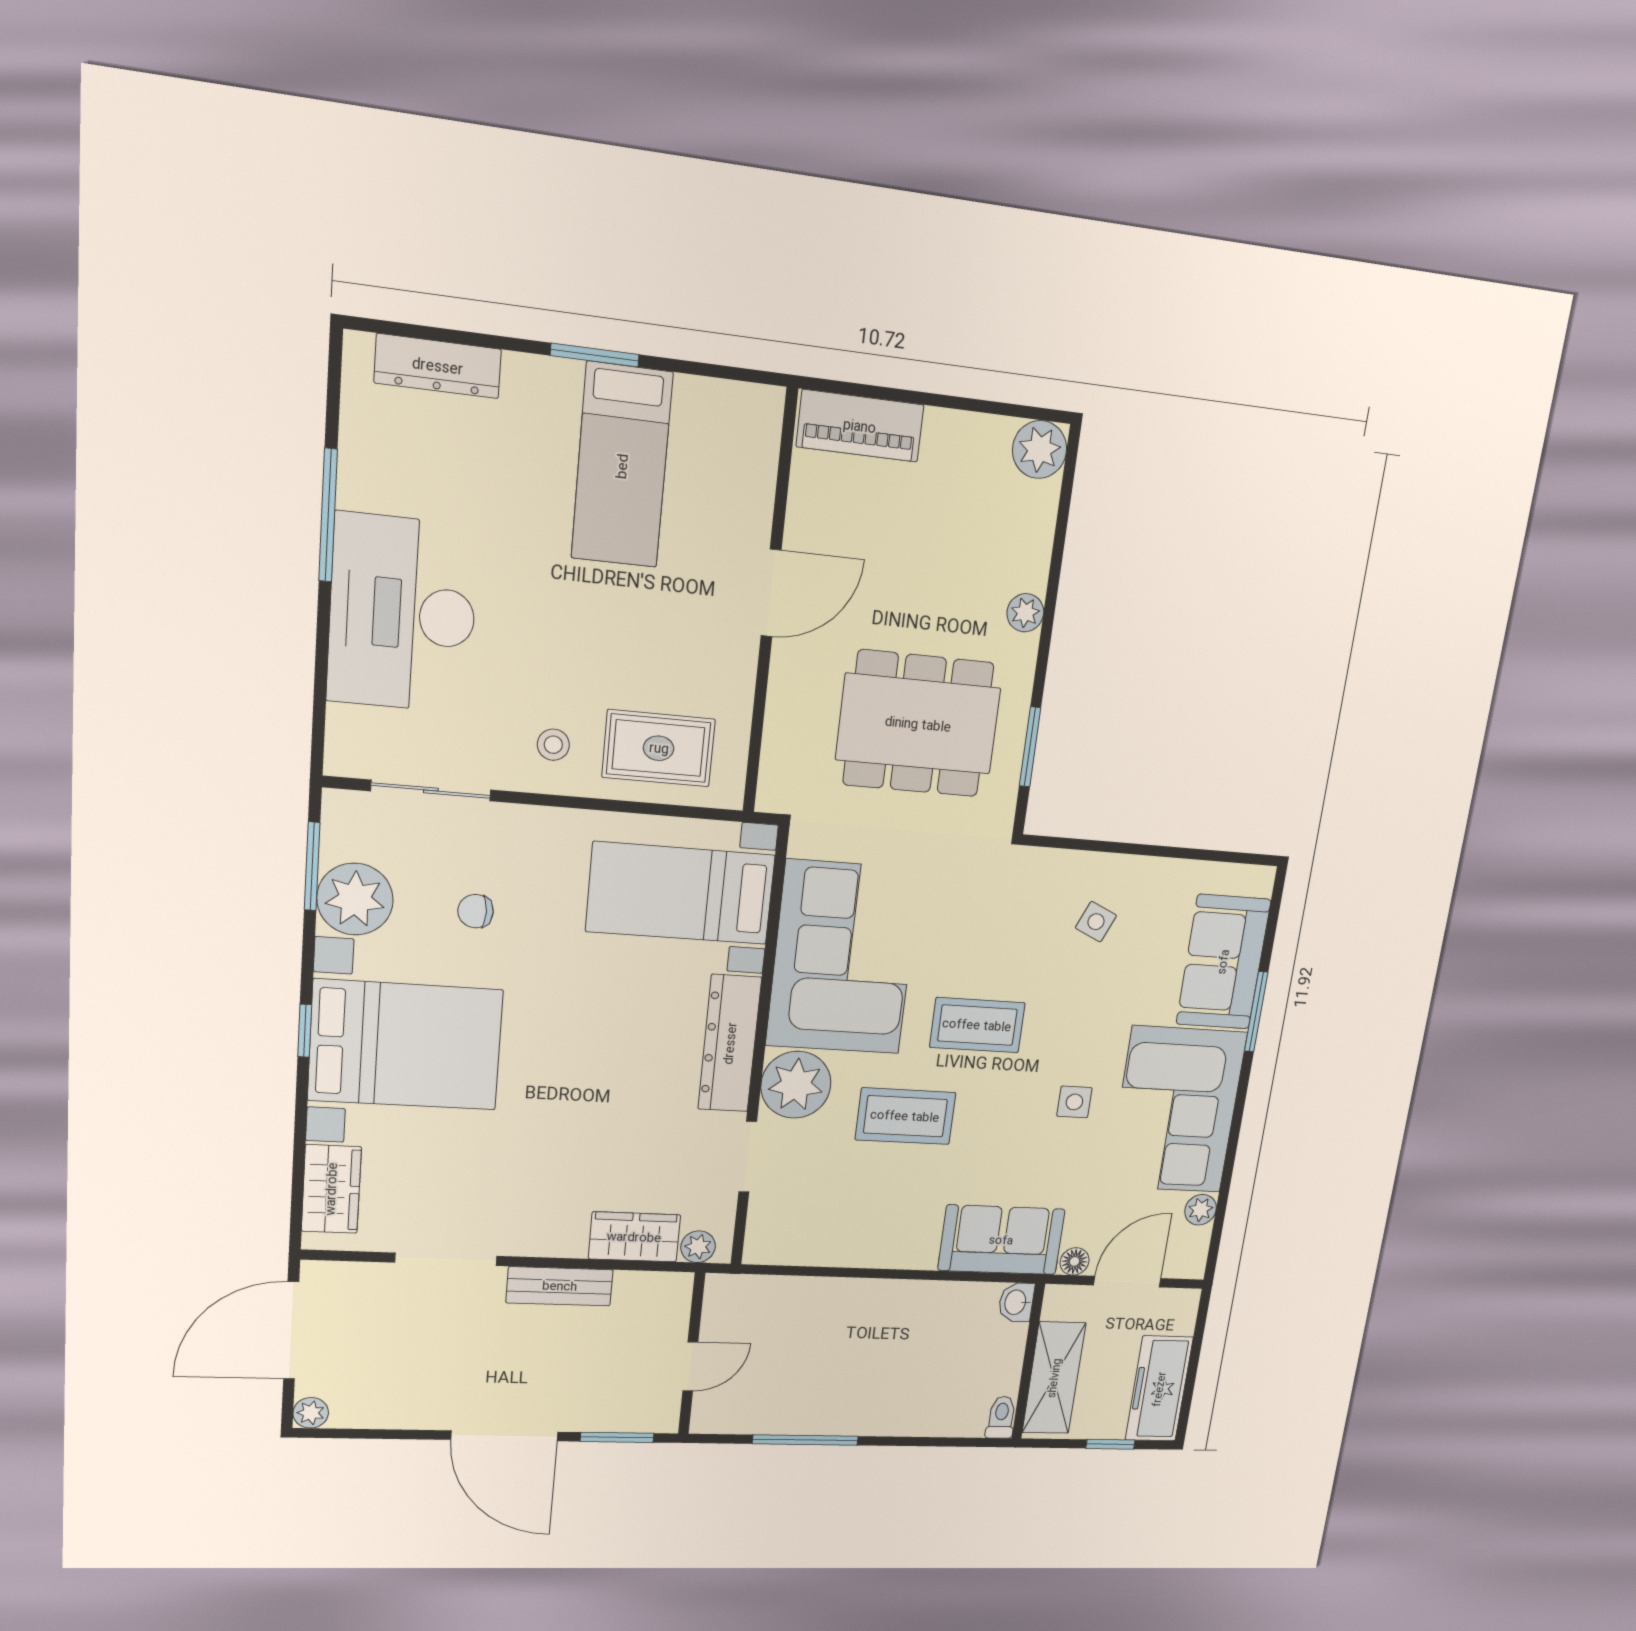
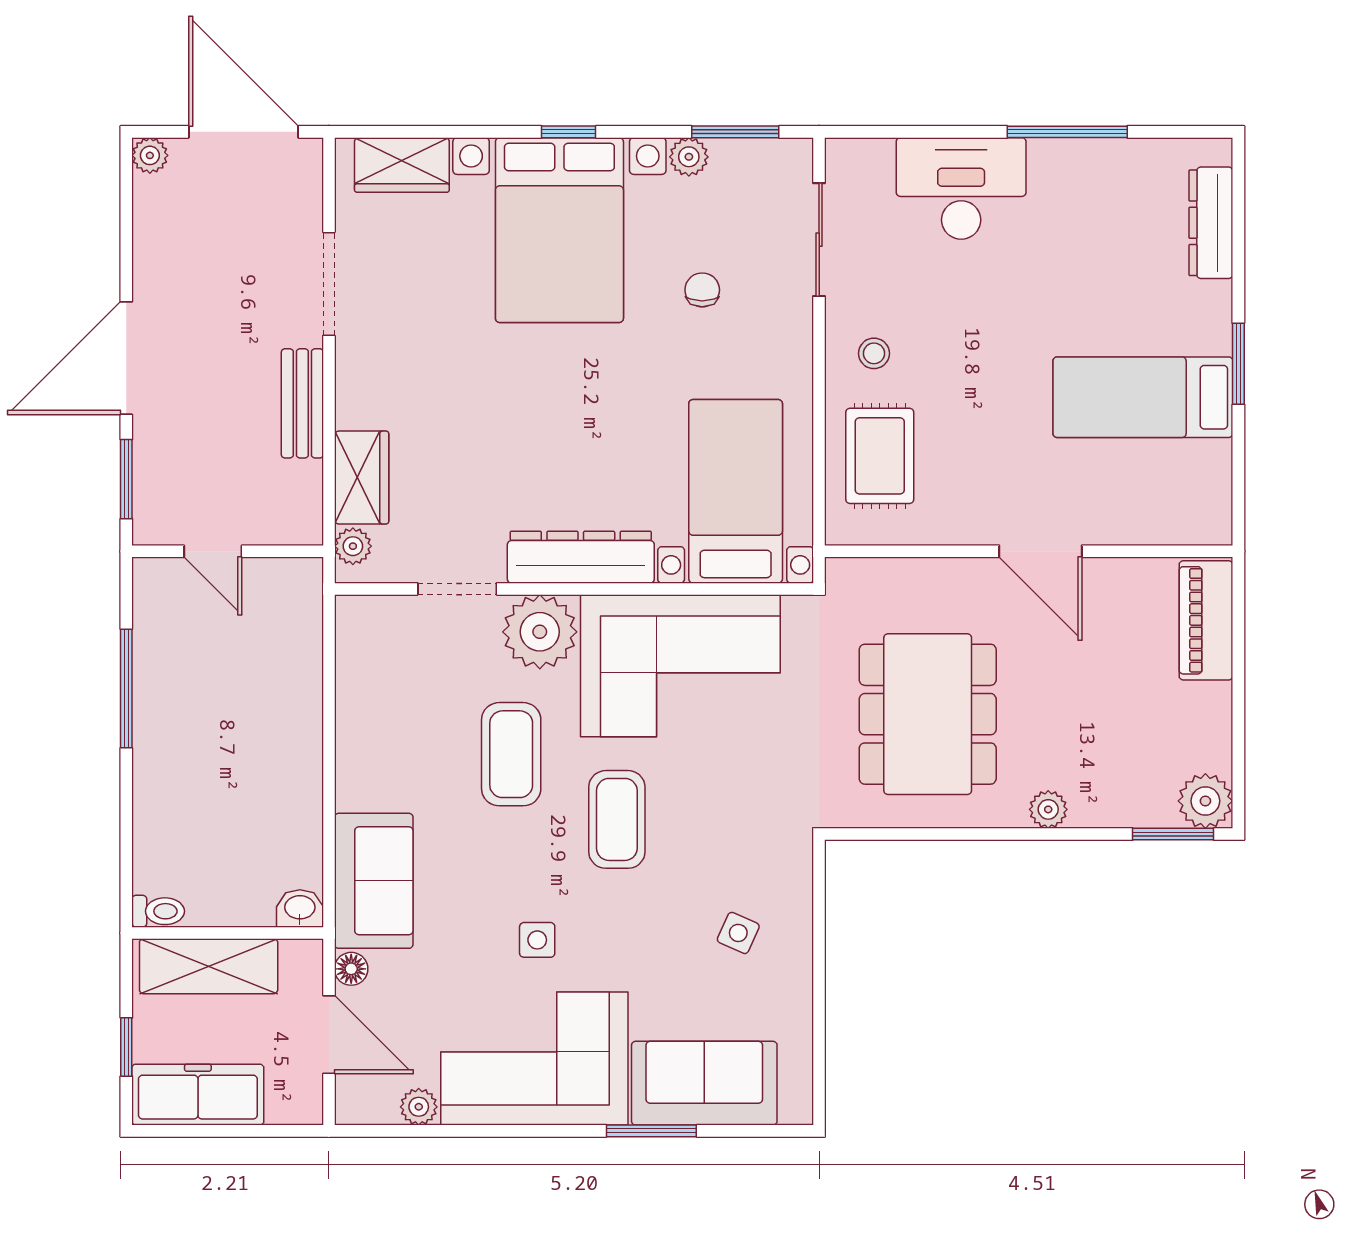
desk: (403, 614) -> (961, 188), width x0.73, depth x0.77
window: (1030, 747) -> (1173, 834), moved
plant: (355, 899) -> (689, 157), width x0.53, depth x0.53

